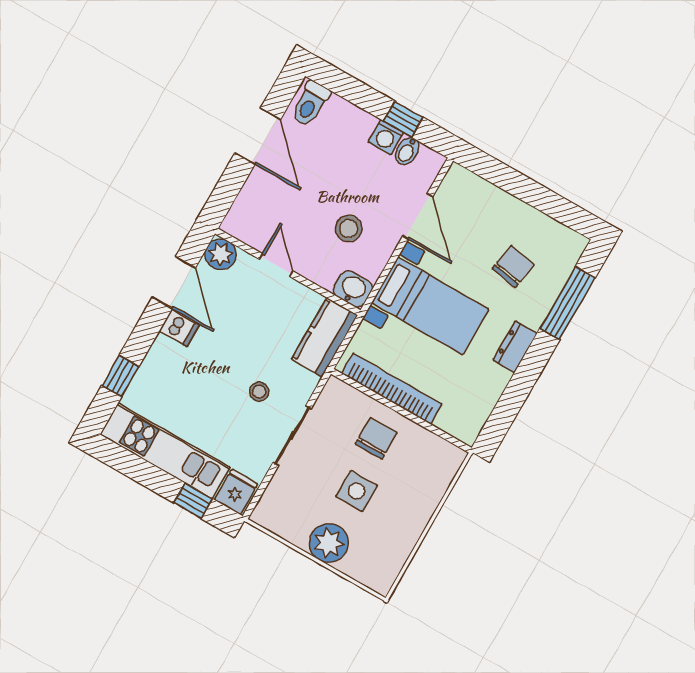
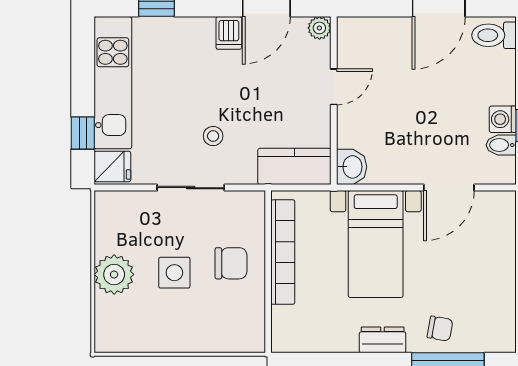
stool: (349, 228) -> (403, 132), removed
plant: (221, 254) -> (319, 28), width x0.73, depth x0.73
chair: (513, 267) -> (440, 329), moved, width x0.73, depth x0.73

